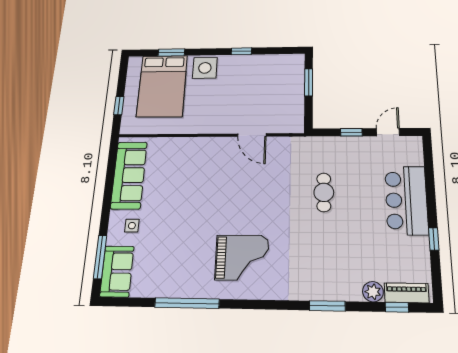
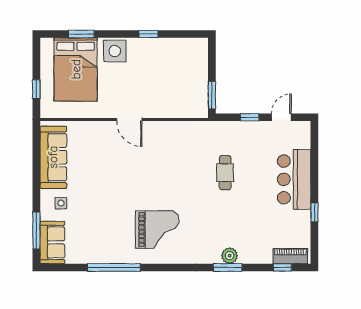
window: (309, 82) -> (212, 95), moved
door: (252, 135) -> (129, 120), moved
plant: (373, 292) -> (230, 256), moved

